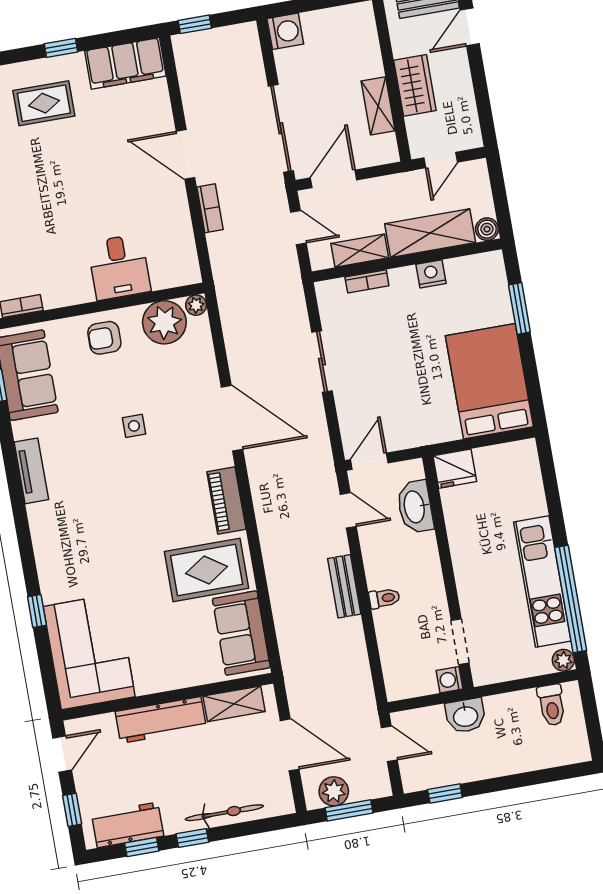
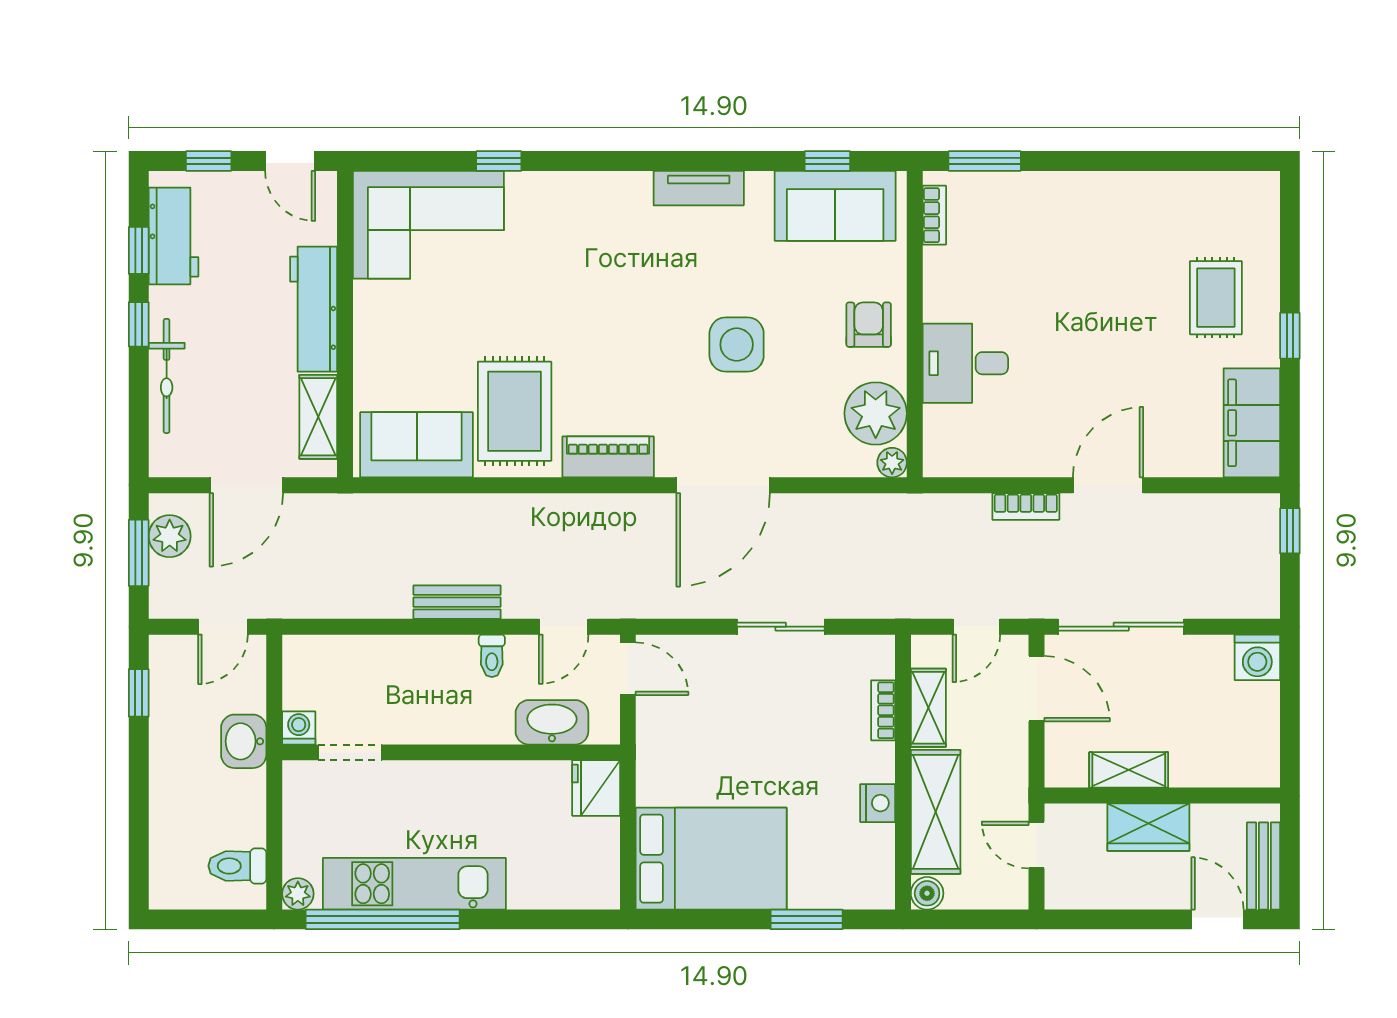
side table: (134, 426) -> (737, 345), width x1.87, depth x1.87
toilet: (384, 598) -> (492, 656), moved

